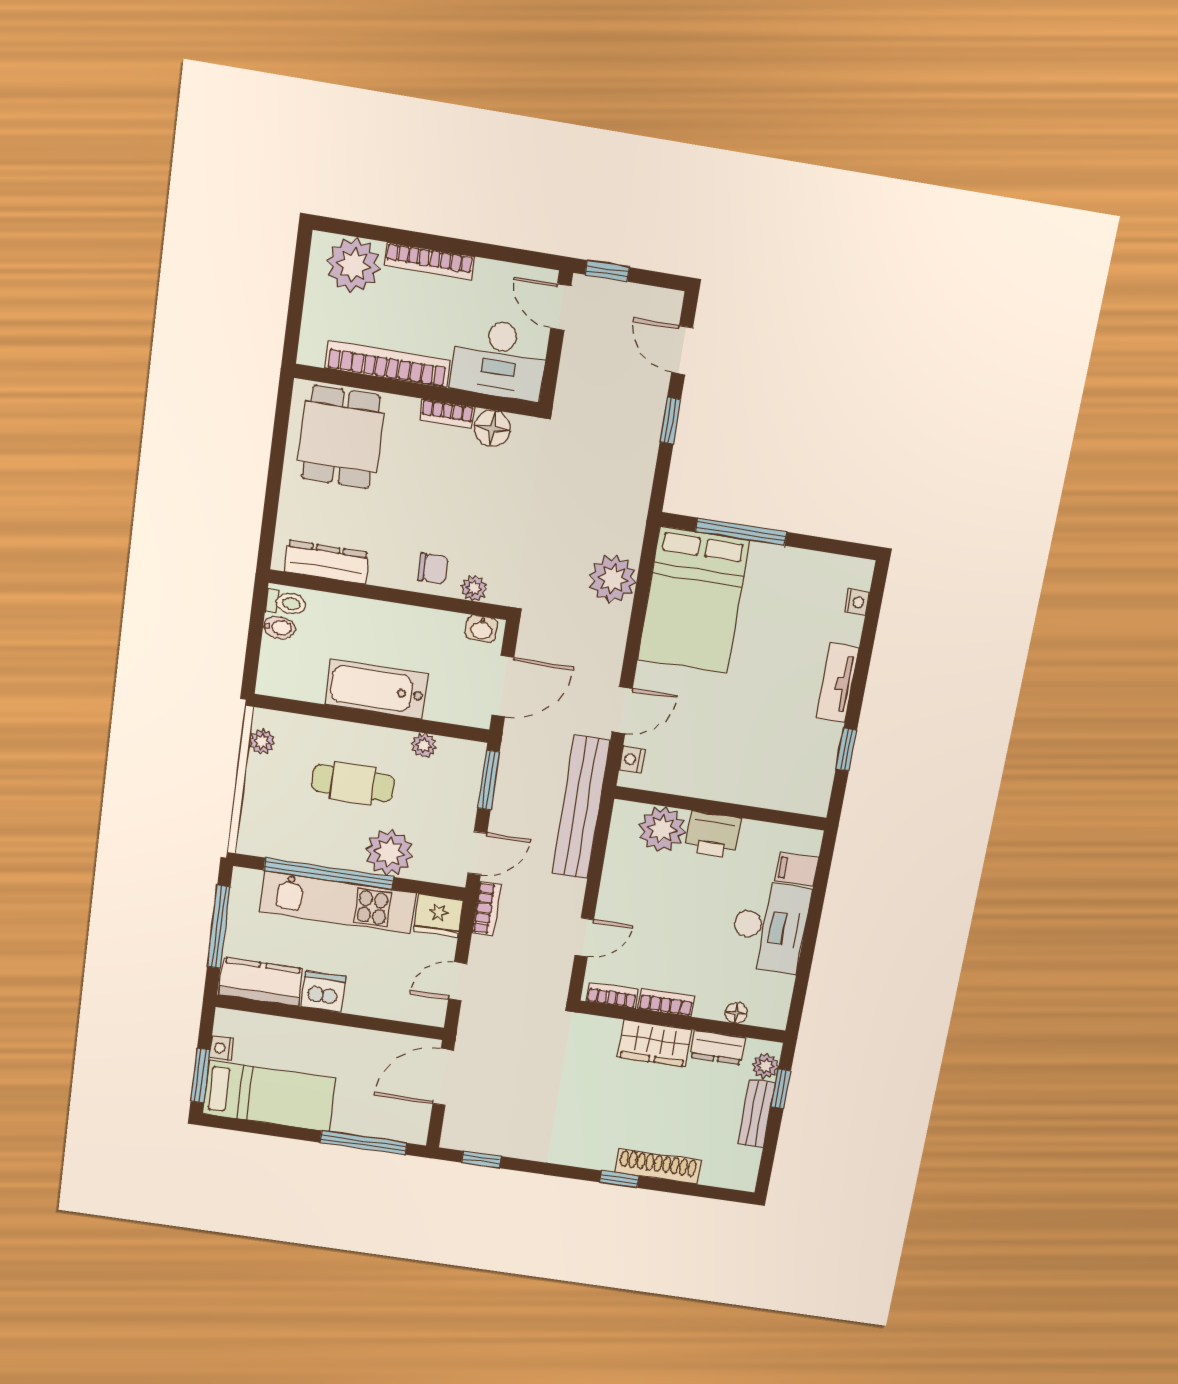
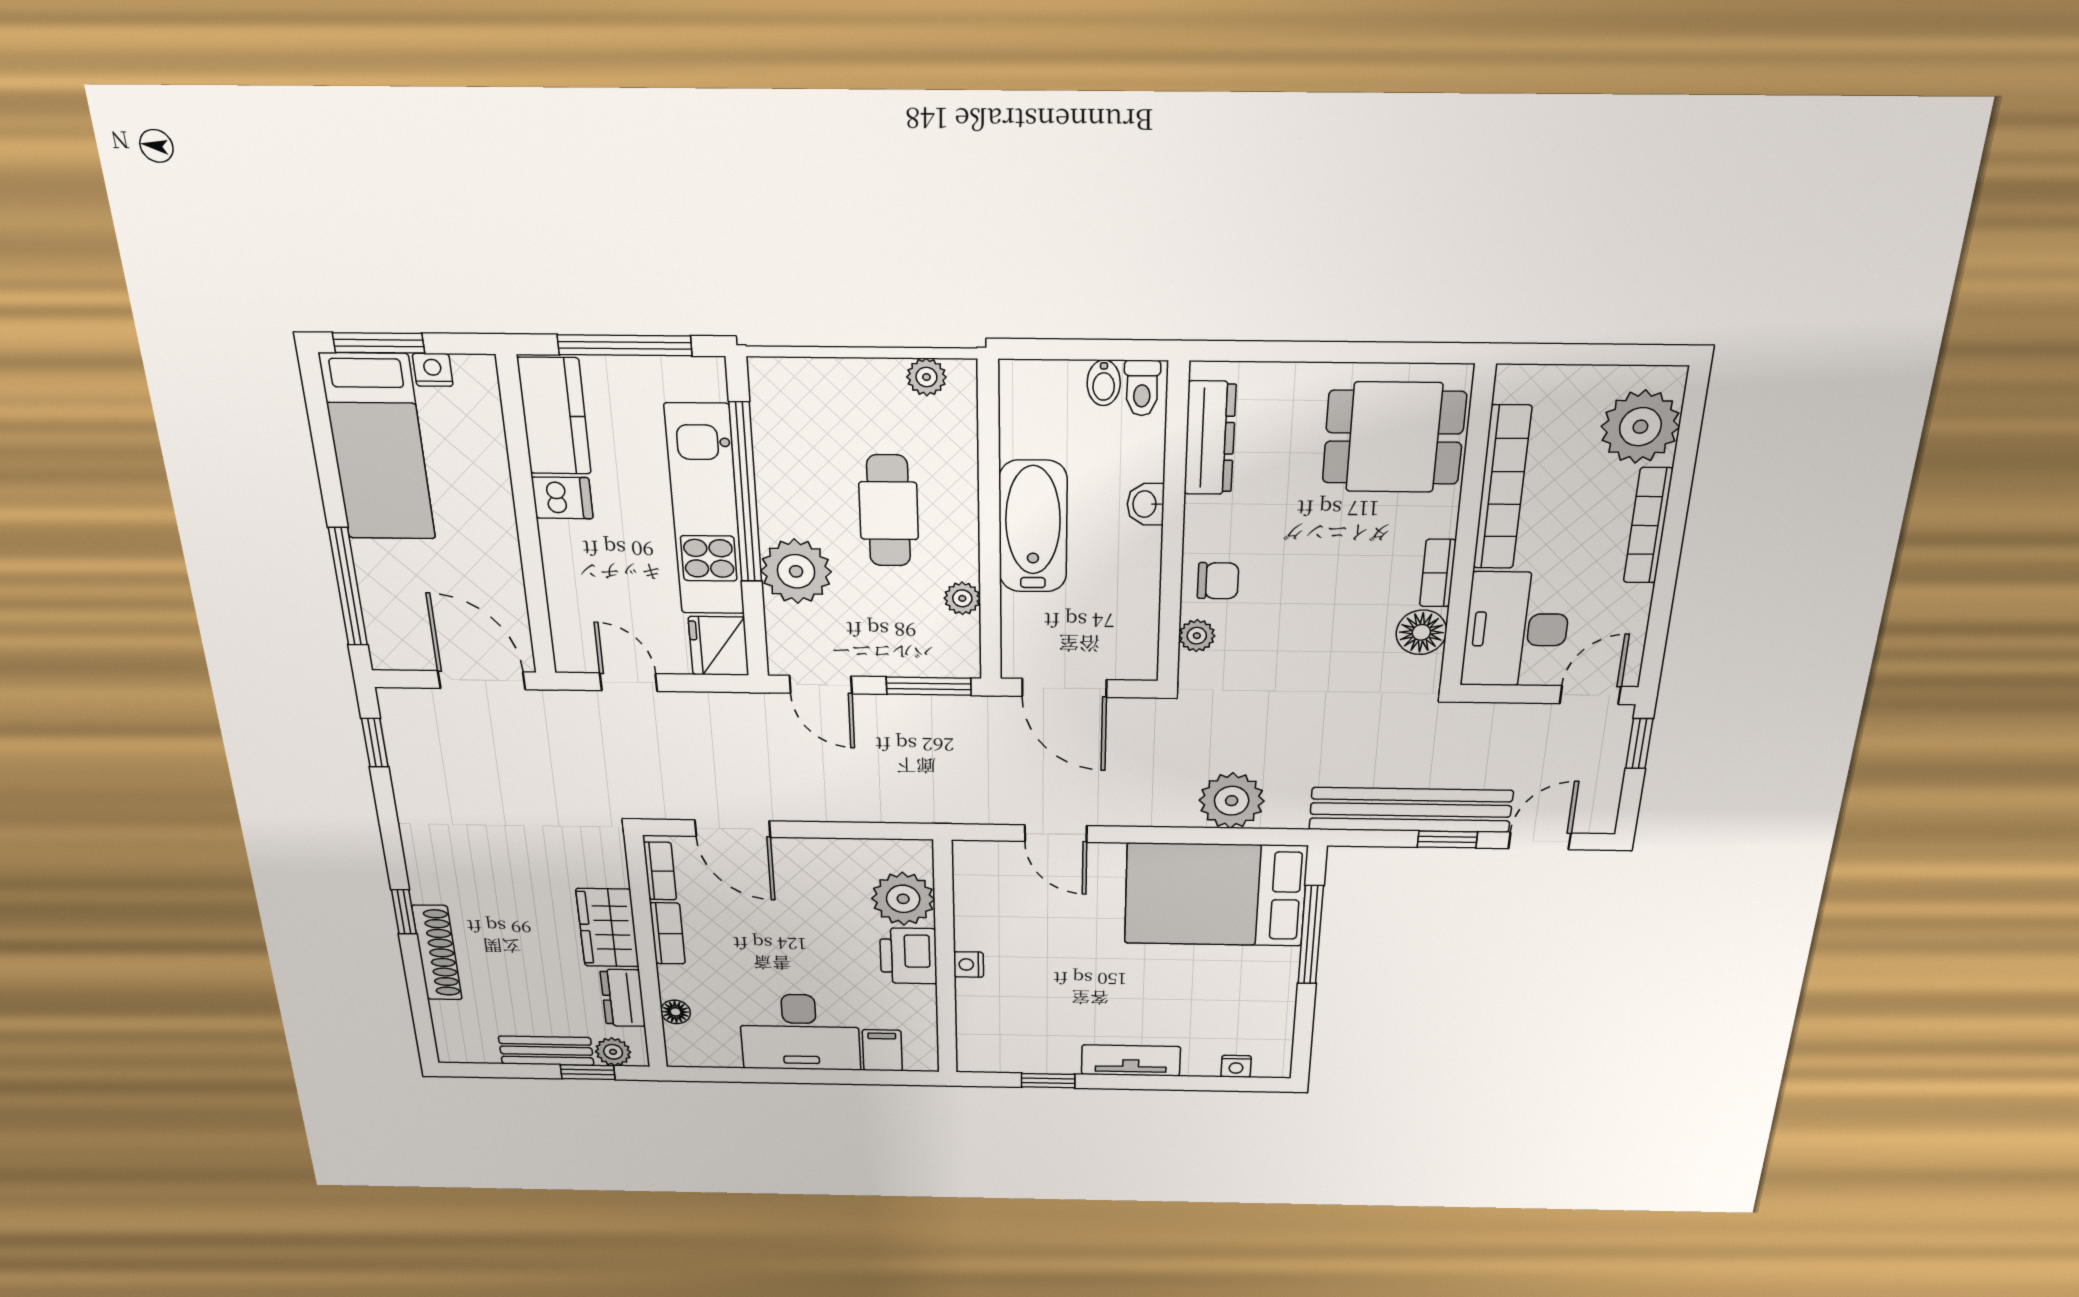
chair: (433, 569) -> (1218, 581), turned -90
washbasin: (481, 629) -> (1146, 504), moved
nightstand: (632, 759) -> (969, 965), moved, turned -90
bench: (581, 807) -> (1411, 810), moved
bookcase: (486, 909) -> (744, 706), removed
door: (584, 937) -> (733, 829), width x1.38
dishwasher: (323, 992) -> (562, 498), width x0.73

